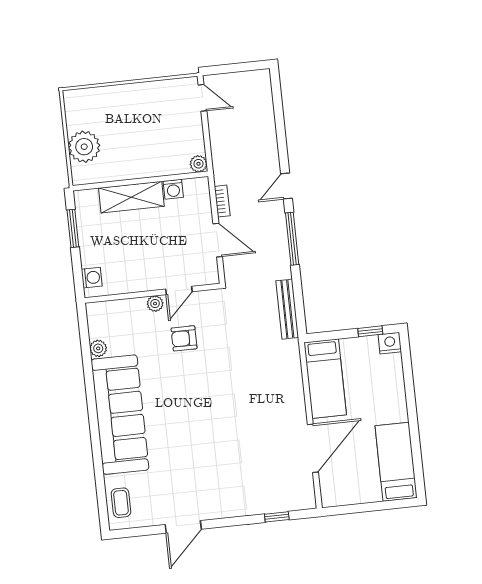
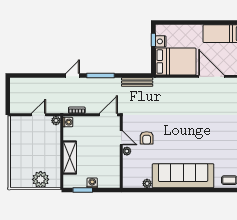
door: (202, 98) -> (38, 115), moved
door: (286, 186) -> (73, 76), swing flipped
washing machine: (173, 189) -> (68, 122), moved
door: (218, 240) -> (108, 115), moved
washing machine: (92, 278) -> (92, 183), moved
nightstand: (390, 343) -> (161, 41), moved
bed: (325, 379) -> (176, 62), width x1.50

